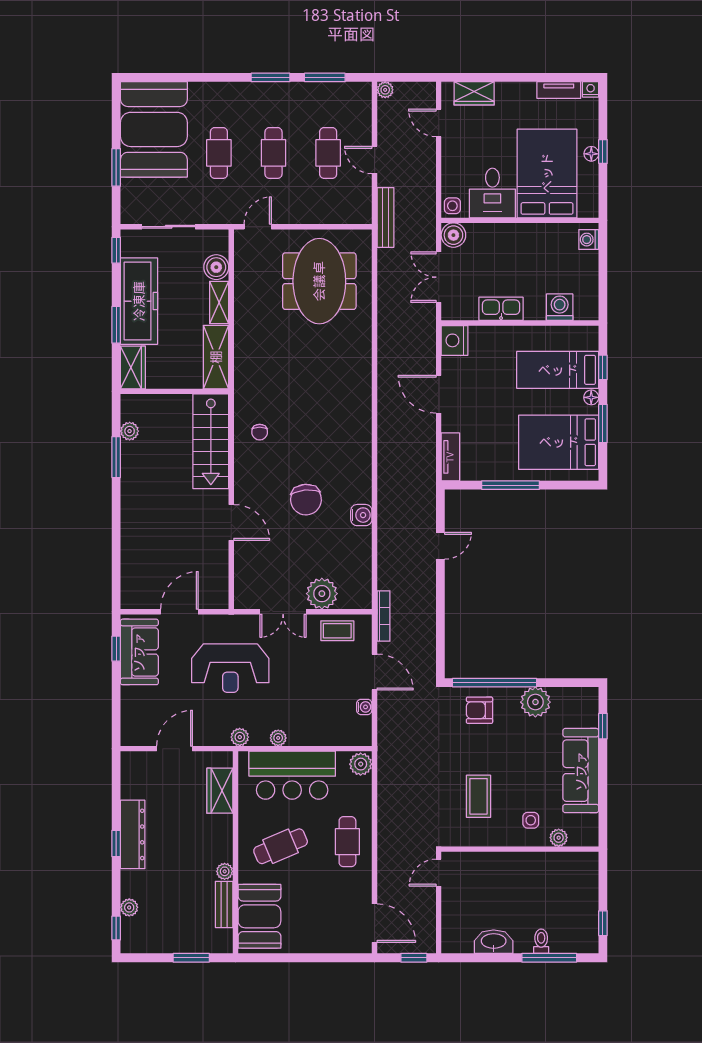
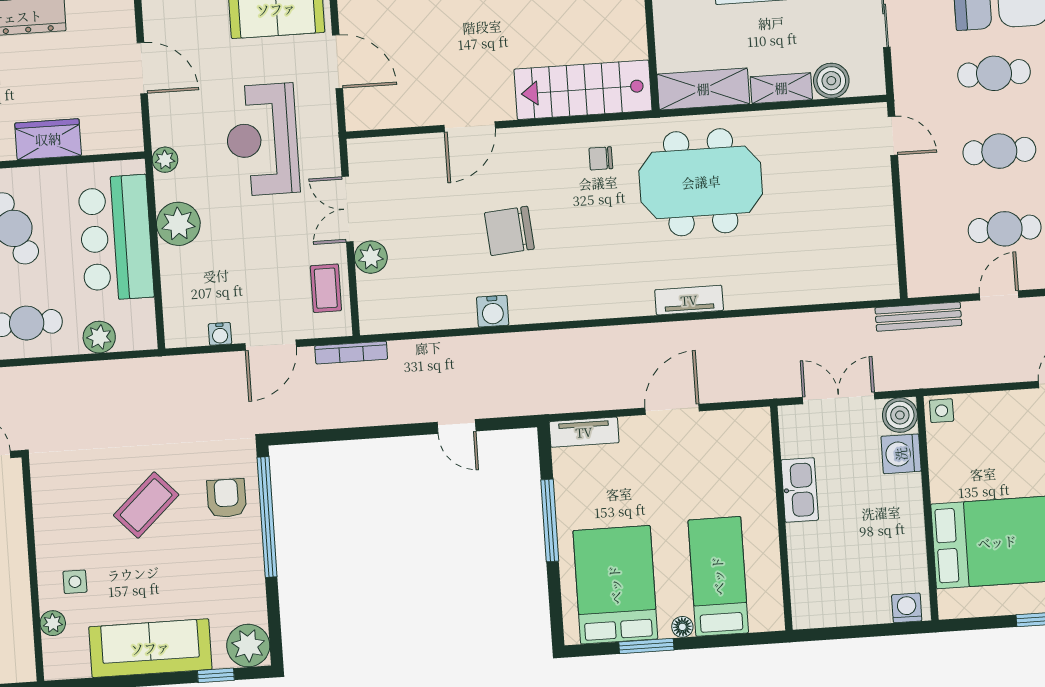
floor lamp: (591, 154) -> (1029, 603), removed
desk: (492, 193) -> (964, 466), removed
meeting table: (319, 281) -> (701, 182), moved
washing machine: (560, 307) -> (901, 454), moved, turned 180
nightstand: (455, 340) -> (750, 427), removed
window: (603, 367) -> (726, 641), removed
tv unit: (363, 377) -> (689, 300), added
plant: (322, 594) -> (371, 257), width x0.73, depth x0.73
plant: (535, 702) -> (248, 646), moved
plant: (278, 738) -> (178, 224), width x1.87, depth x1.87
plant: (361, 764) -> (99, 337), moved
wardrobe: (220, 791) -> (48, 139), moved
coffee table: (479, 796) -> (146, 505), moved, turned -43

